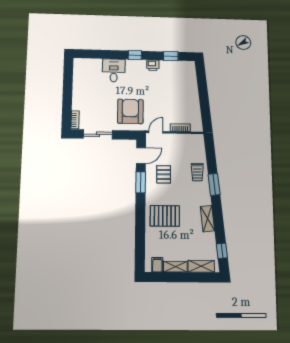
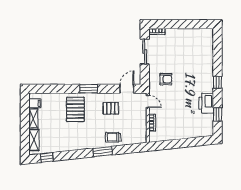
printer: (153, 65) -> (206, 103), width x1.87, depth x1.48
desk: (114, 70) -> (203, 64), removed
armchair: (130, 111) -> (166, 79), width x0.53, depth x0.53
door: (141, 156) -> (127, 89), swing flipped
window: (141, 182) -> (89, 89), moved
shelving: (207, 219) -> (74, 146), removed

